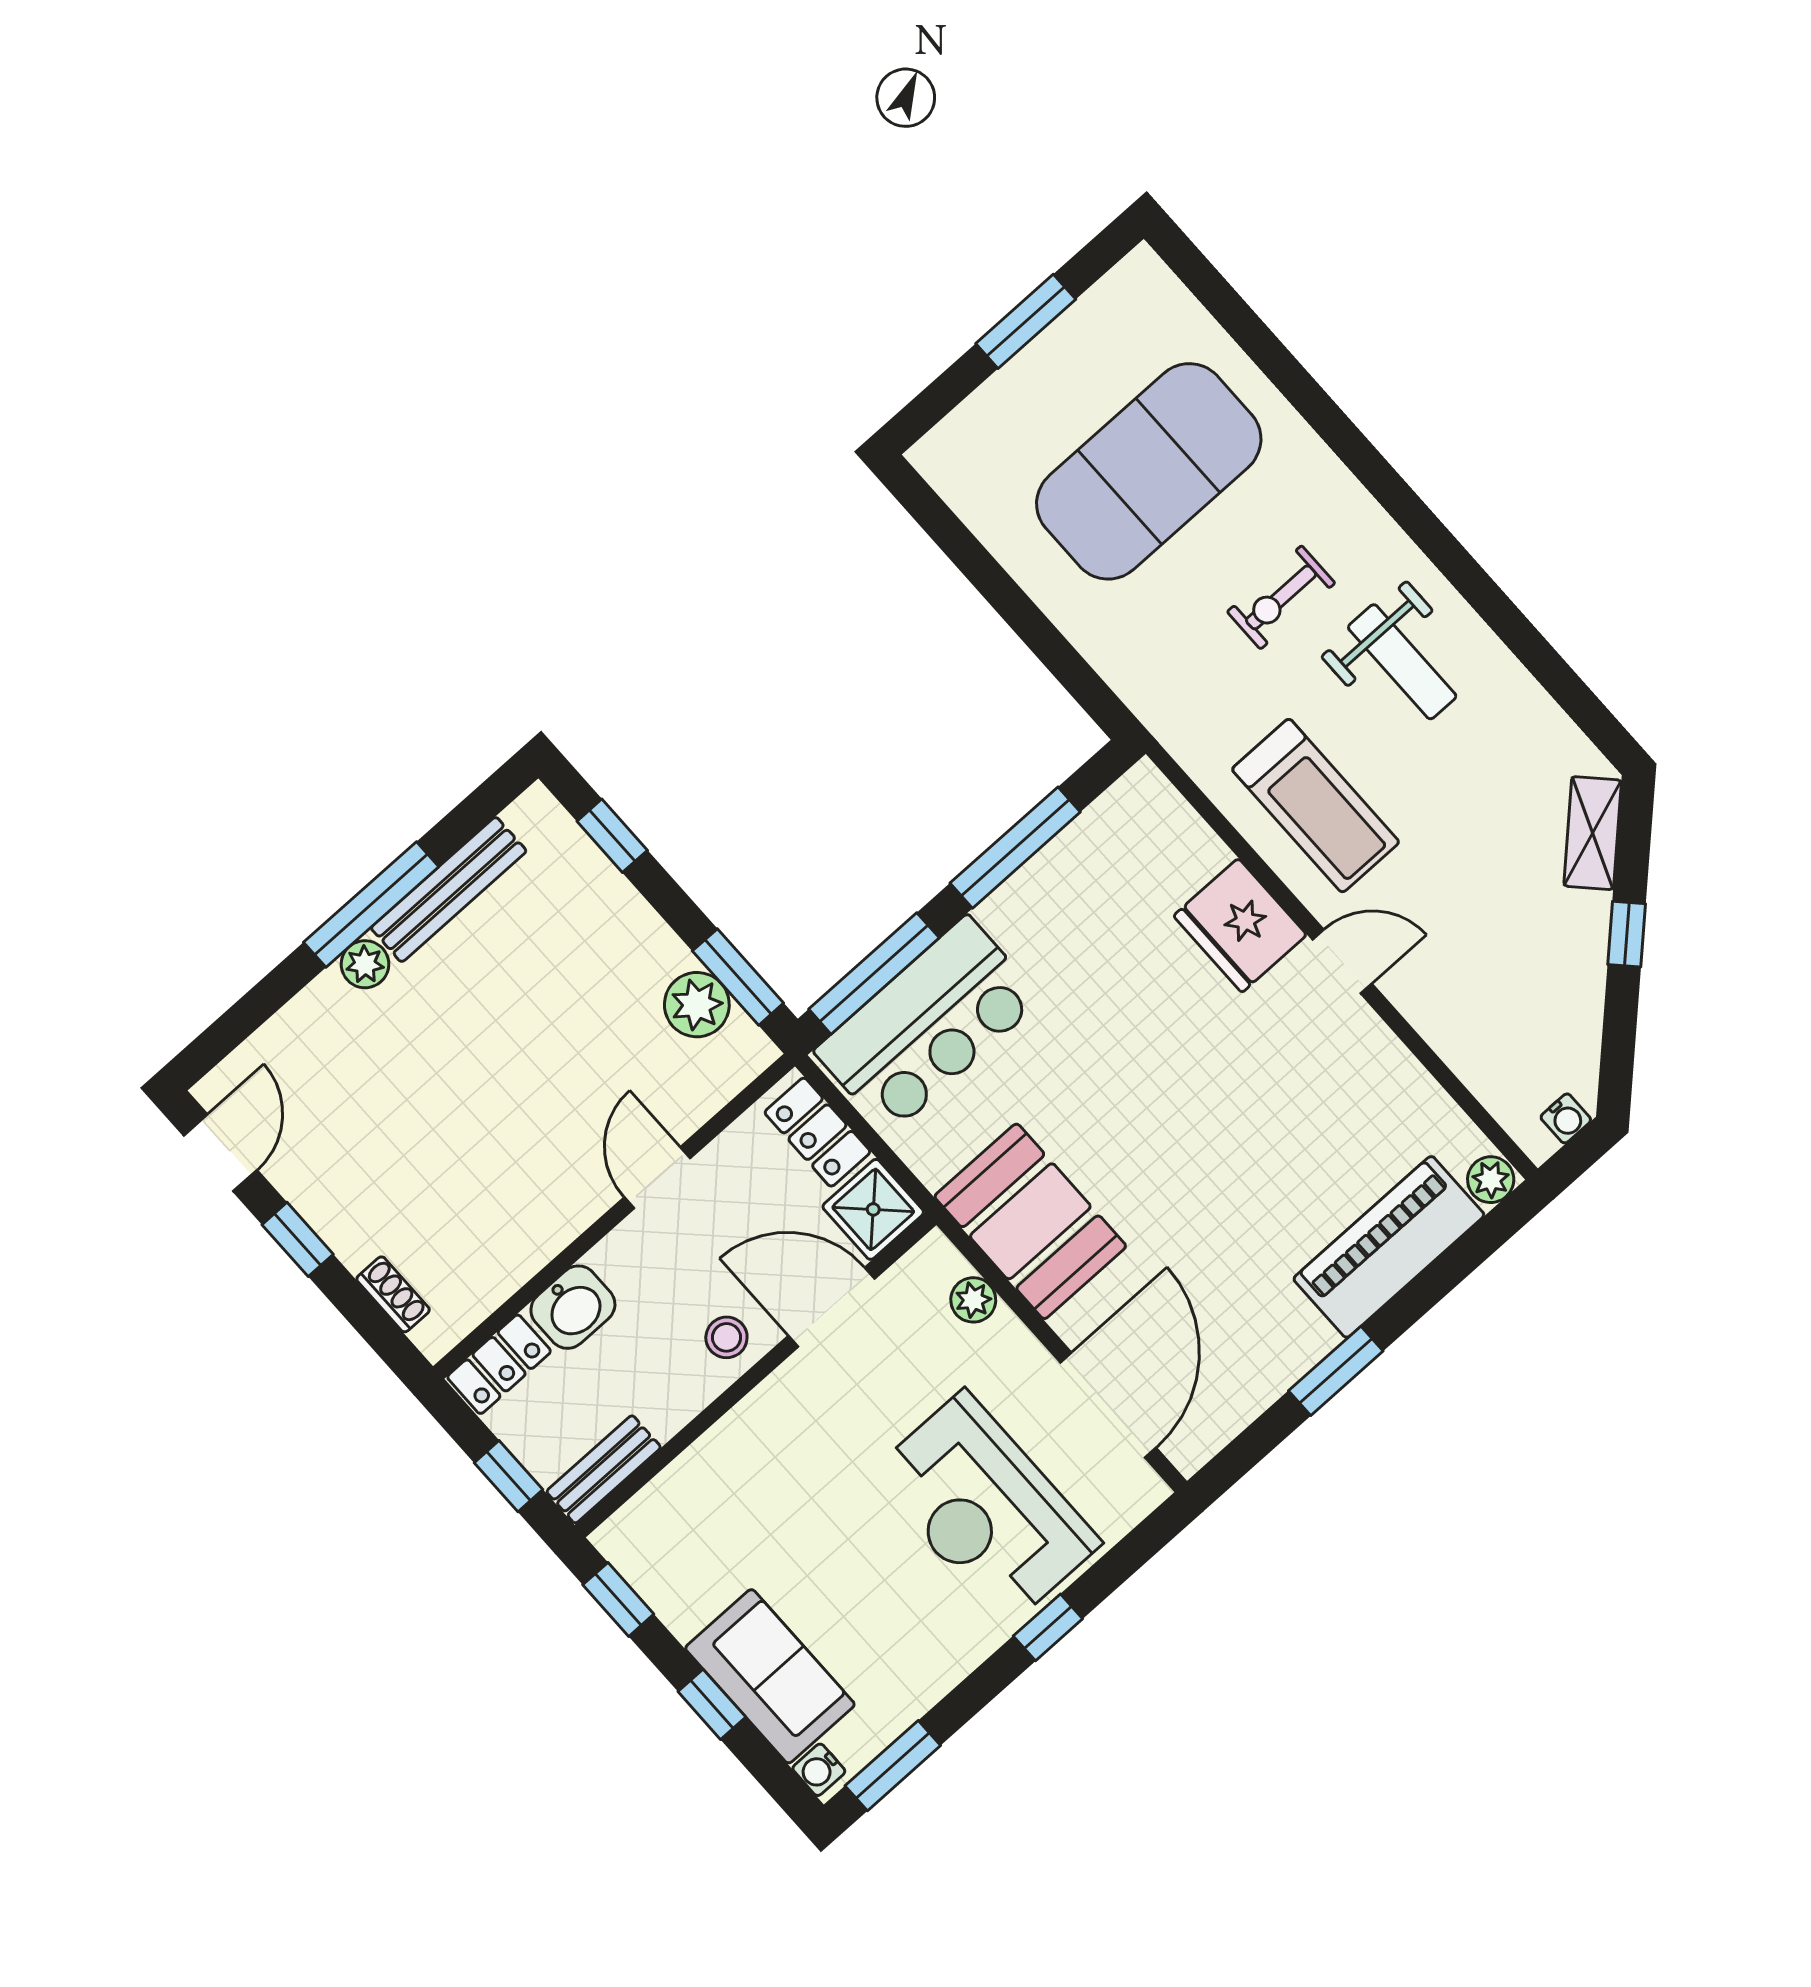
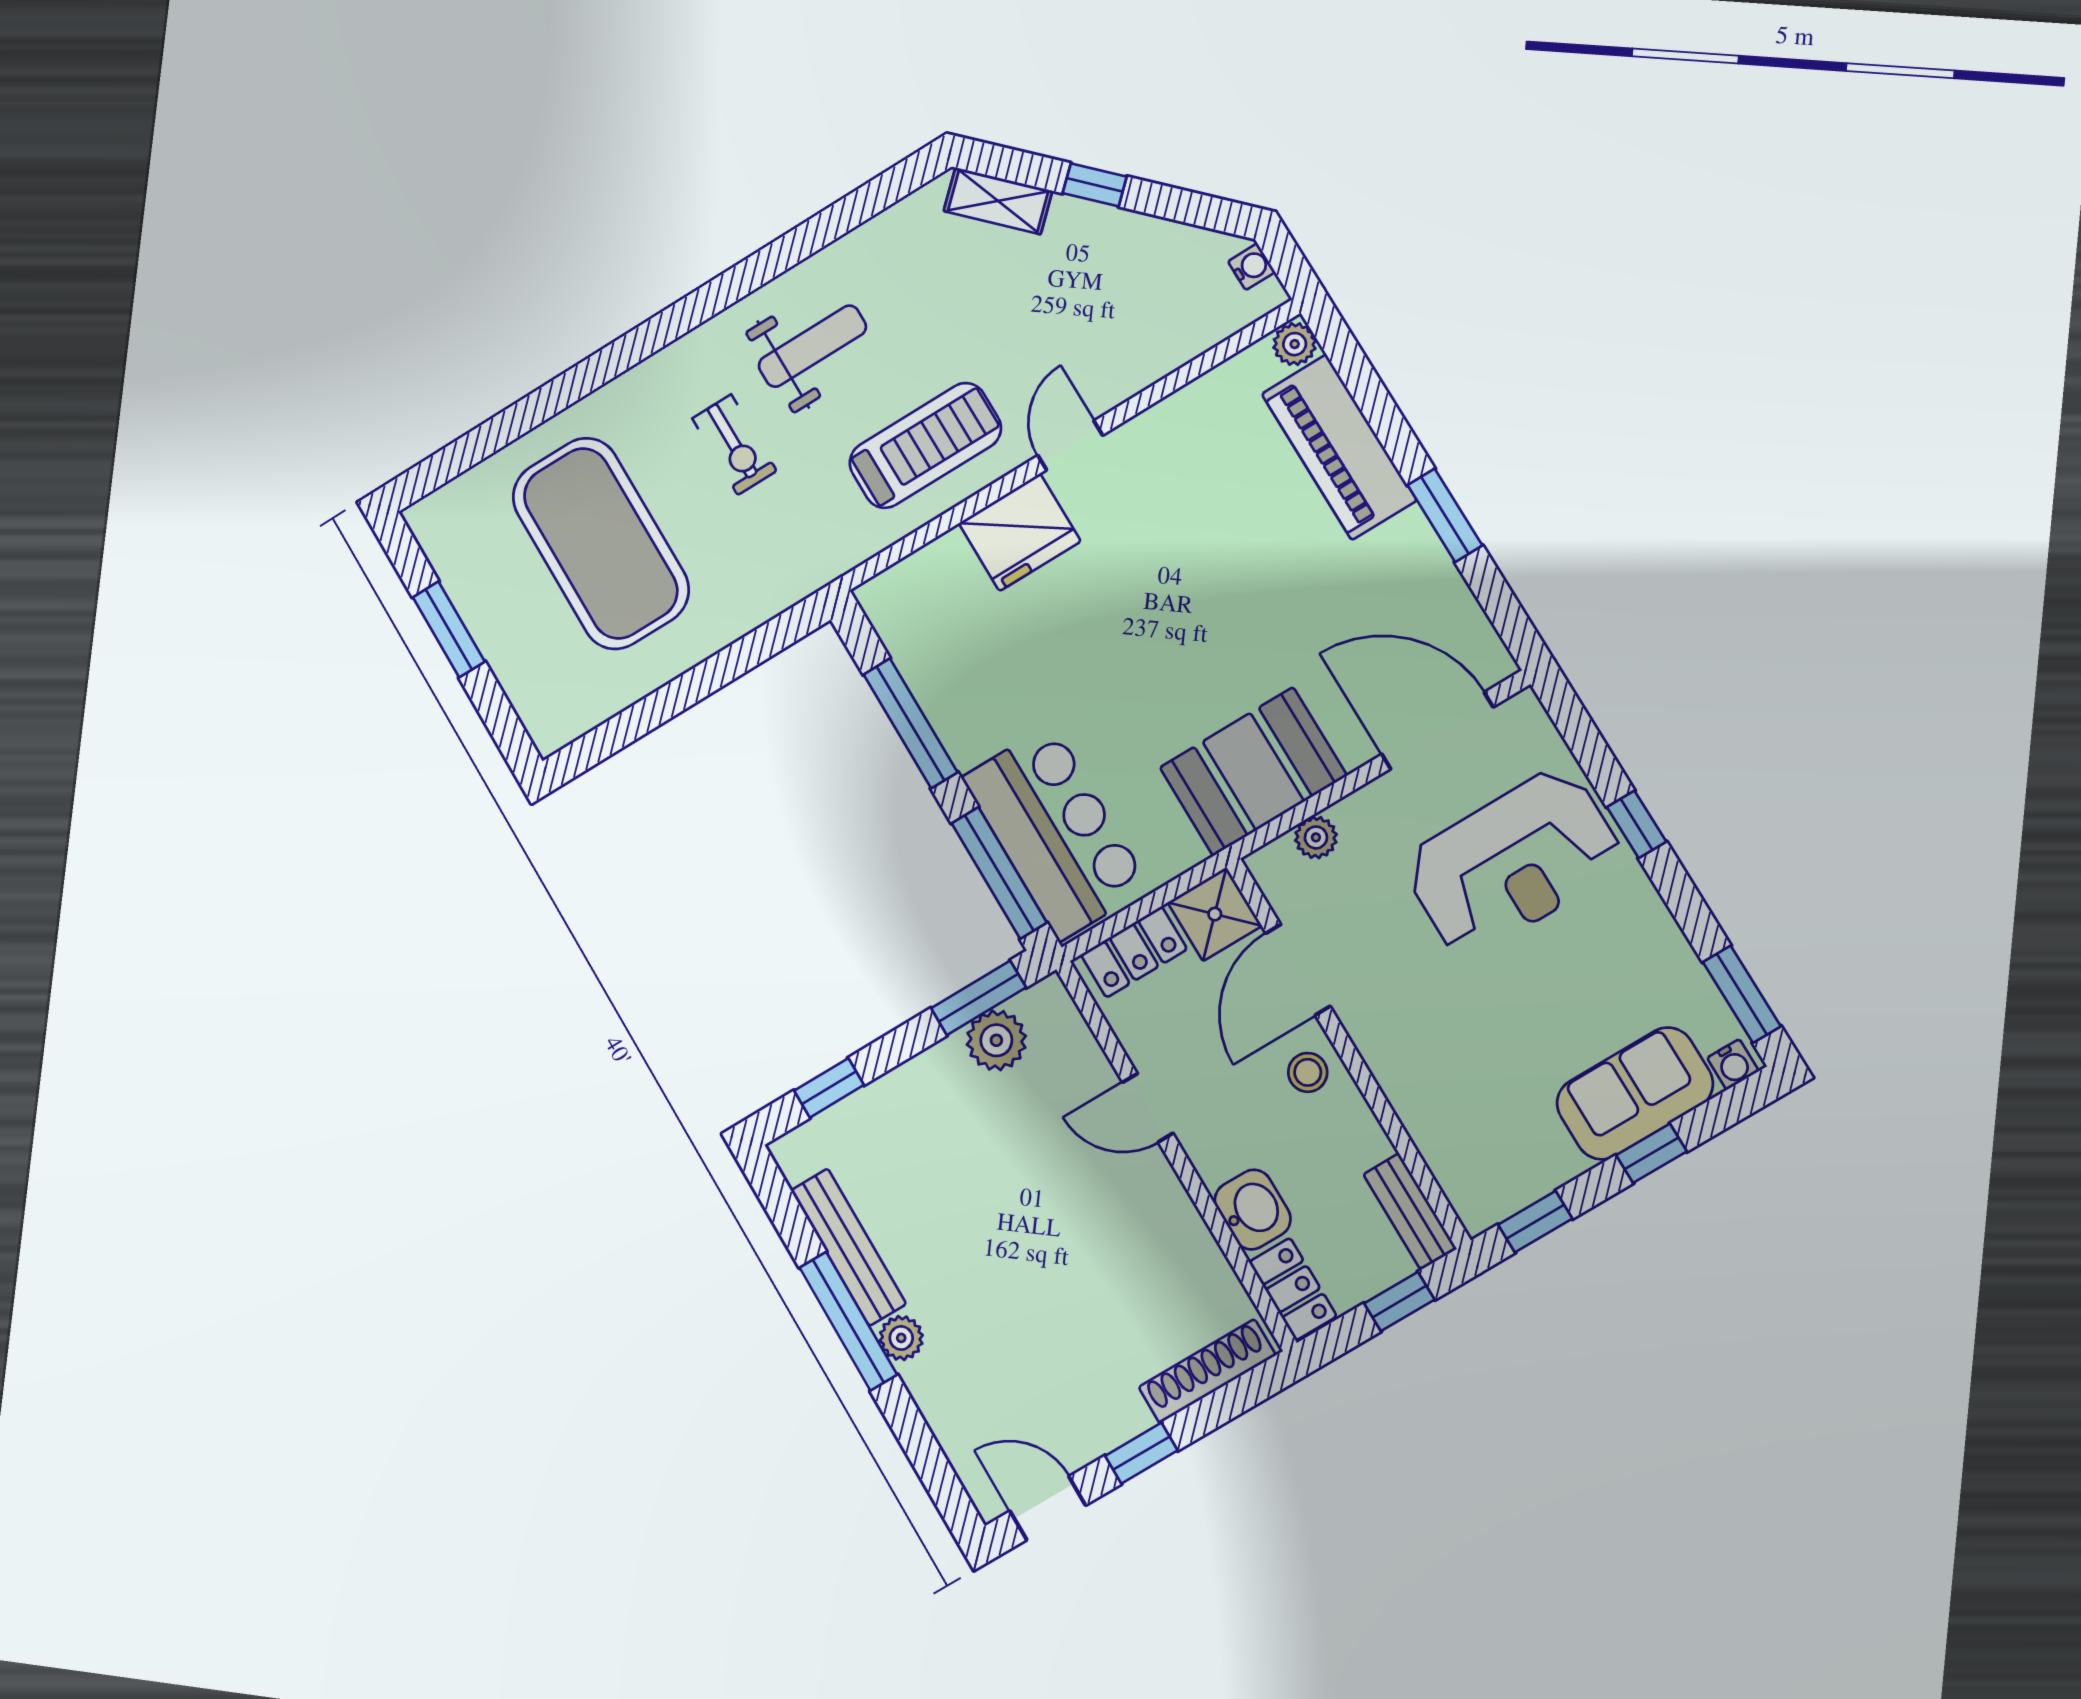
shoe rack: (393, 1294) -> (1207, 1371), width x1.94, depth x1.24

